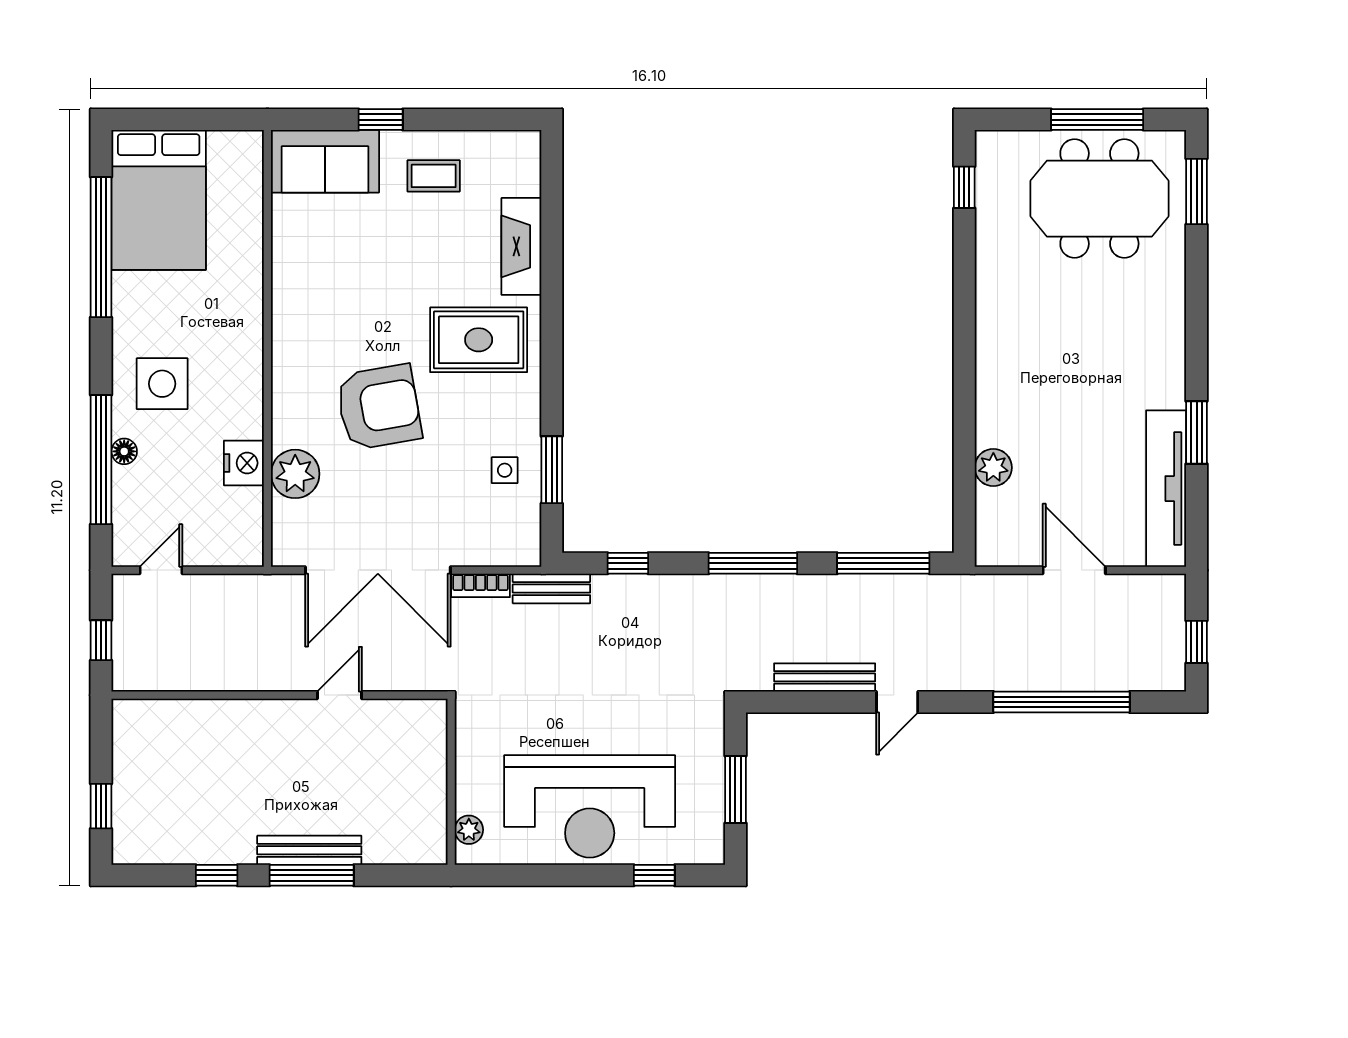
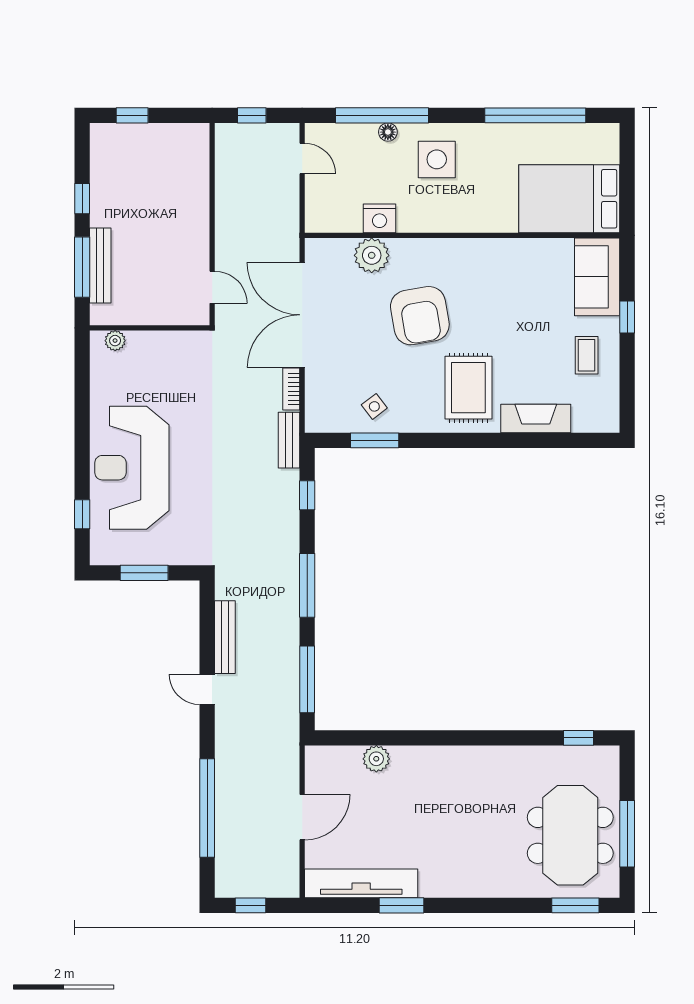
bed: (159, 200) -> (569, 199), moved
side table: (505, 470) -> (374, 406), turned -37
wall: (451, 782) -> (150, 328), moved
plant: (469, 830) -> (115, 341), moved

